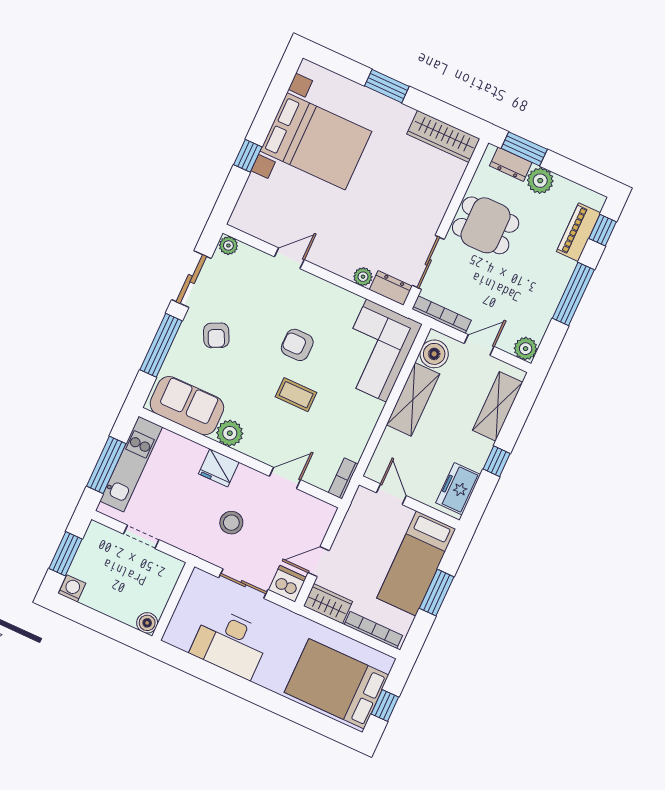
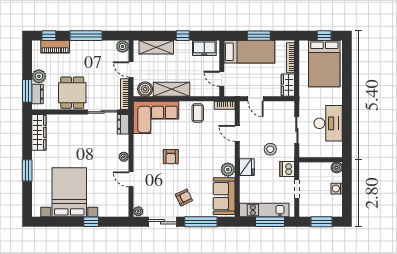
plant: (363, 277) -> (124, 157), moved
coffee table: (296, 395) -> (198, 113), moved
door: (391, 494) -> (222, 79), hinge flipped
door: (319, 562) -> (256, 99), moved
dishwasher: (287, 584) -> (287, 169), moved
washing machine: (72, 588) -> (337, 189), moved

